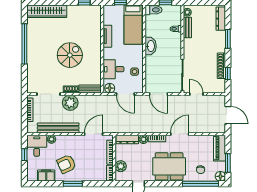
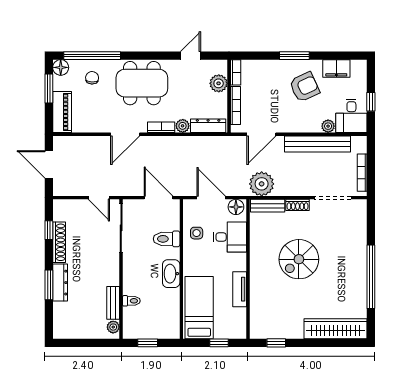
toilet: (153, 10) -> (167, 239), moved
dresser: (221, 19) -> (60, 283), moved
plant: (70, 103) -> (262, 184), moved

